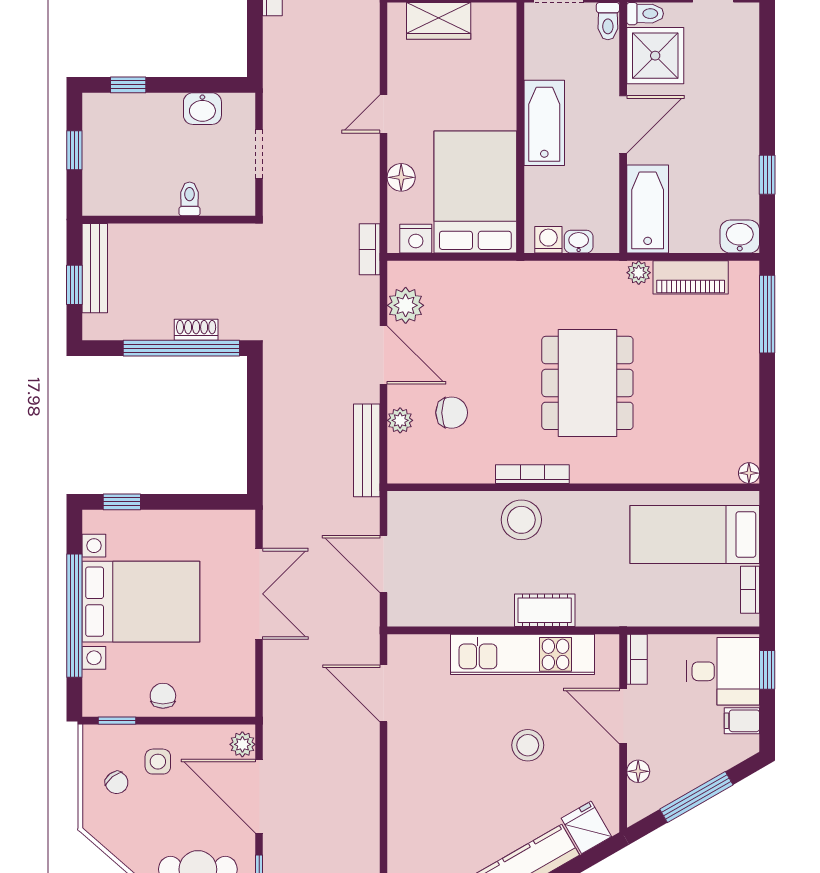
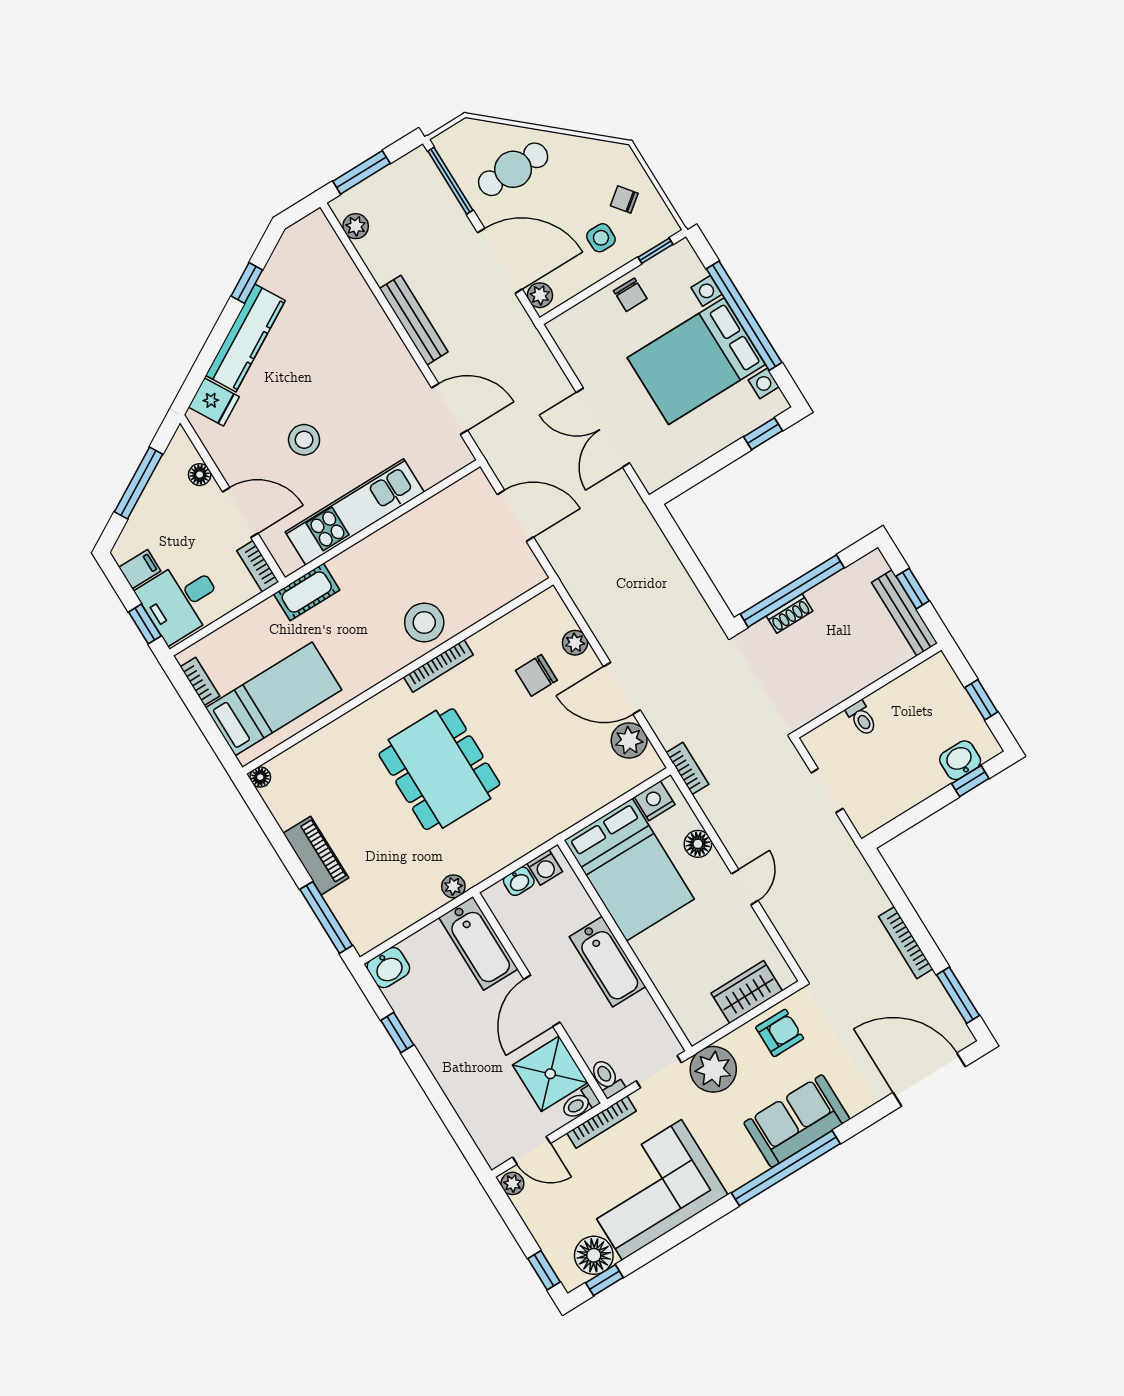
washbasin: (202, 109) -> (960, 760), moved
piano: (691, 277) -> (316, 856), moved, turned 90
bench: (367, 450) -> (414, 320), moved
cot: (545, 610) -> (307, 592), moved

